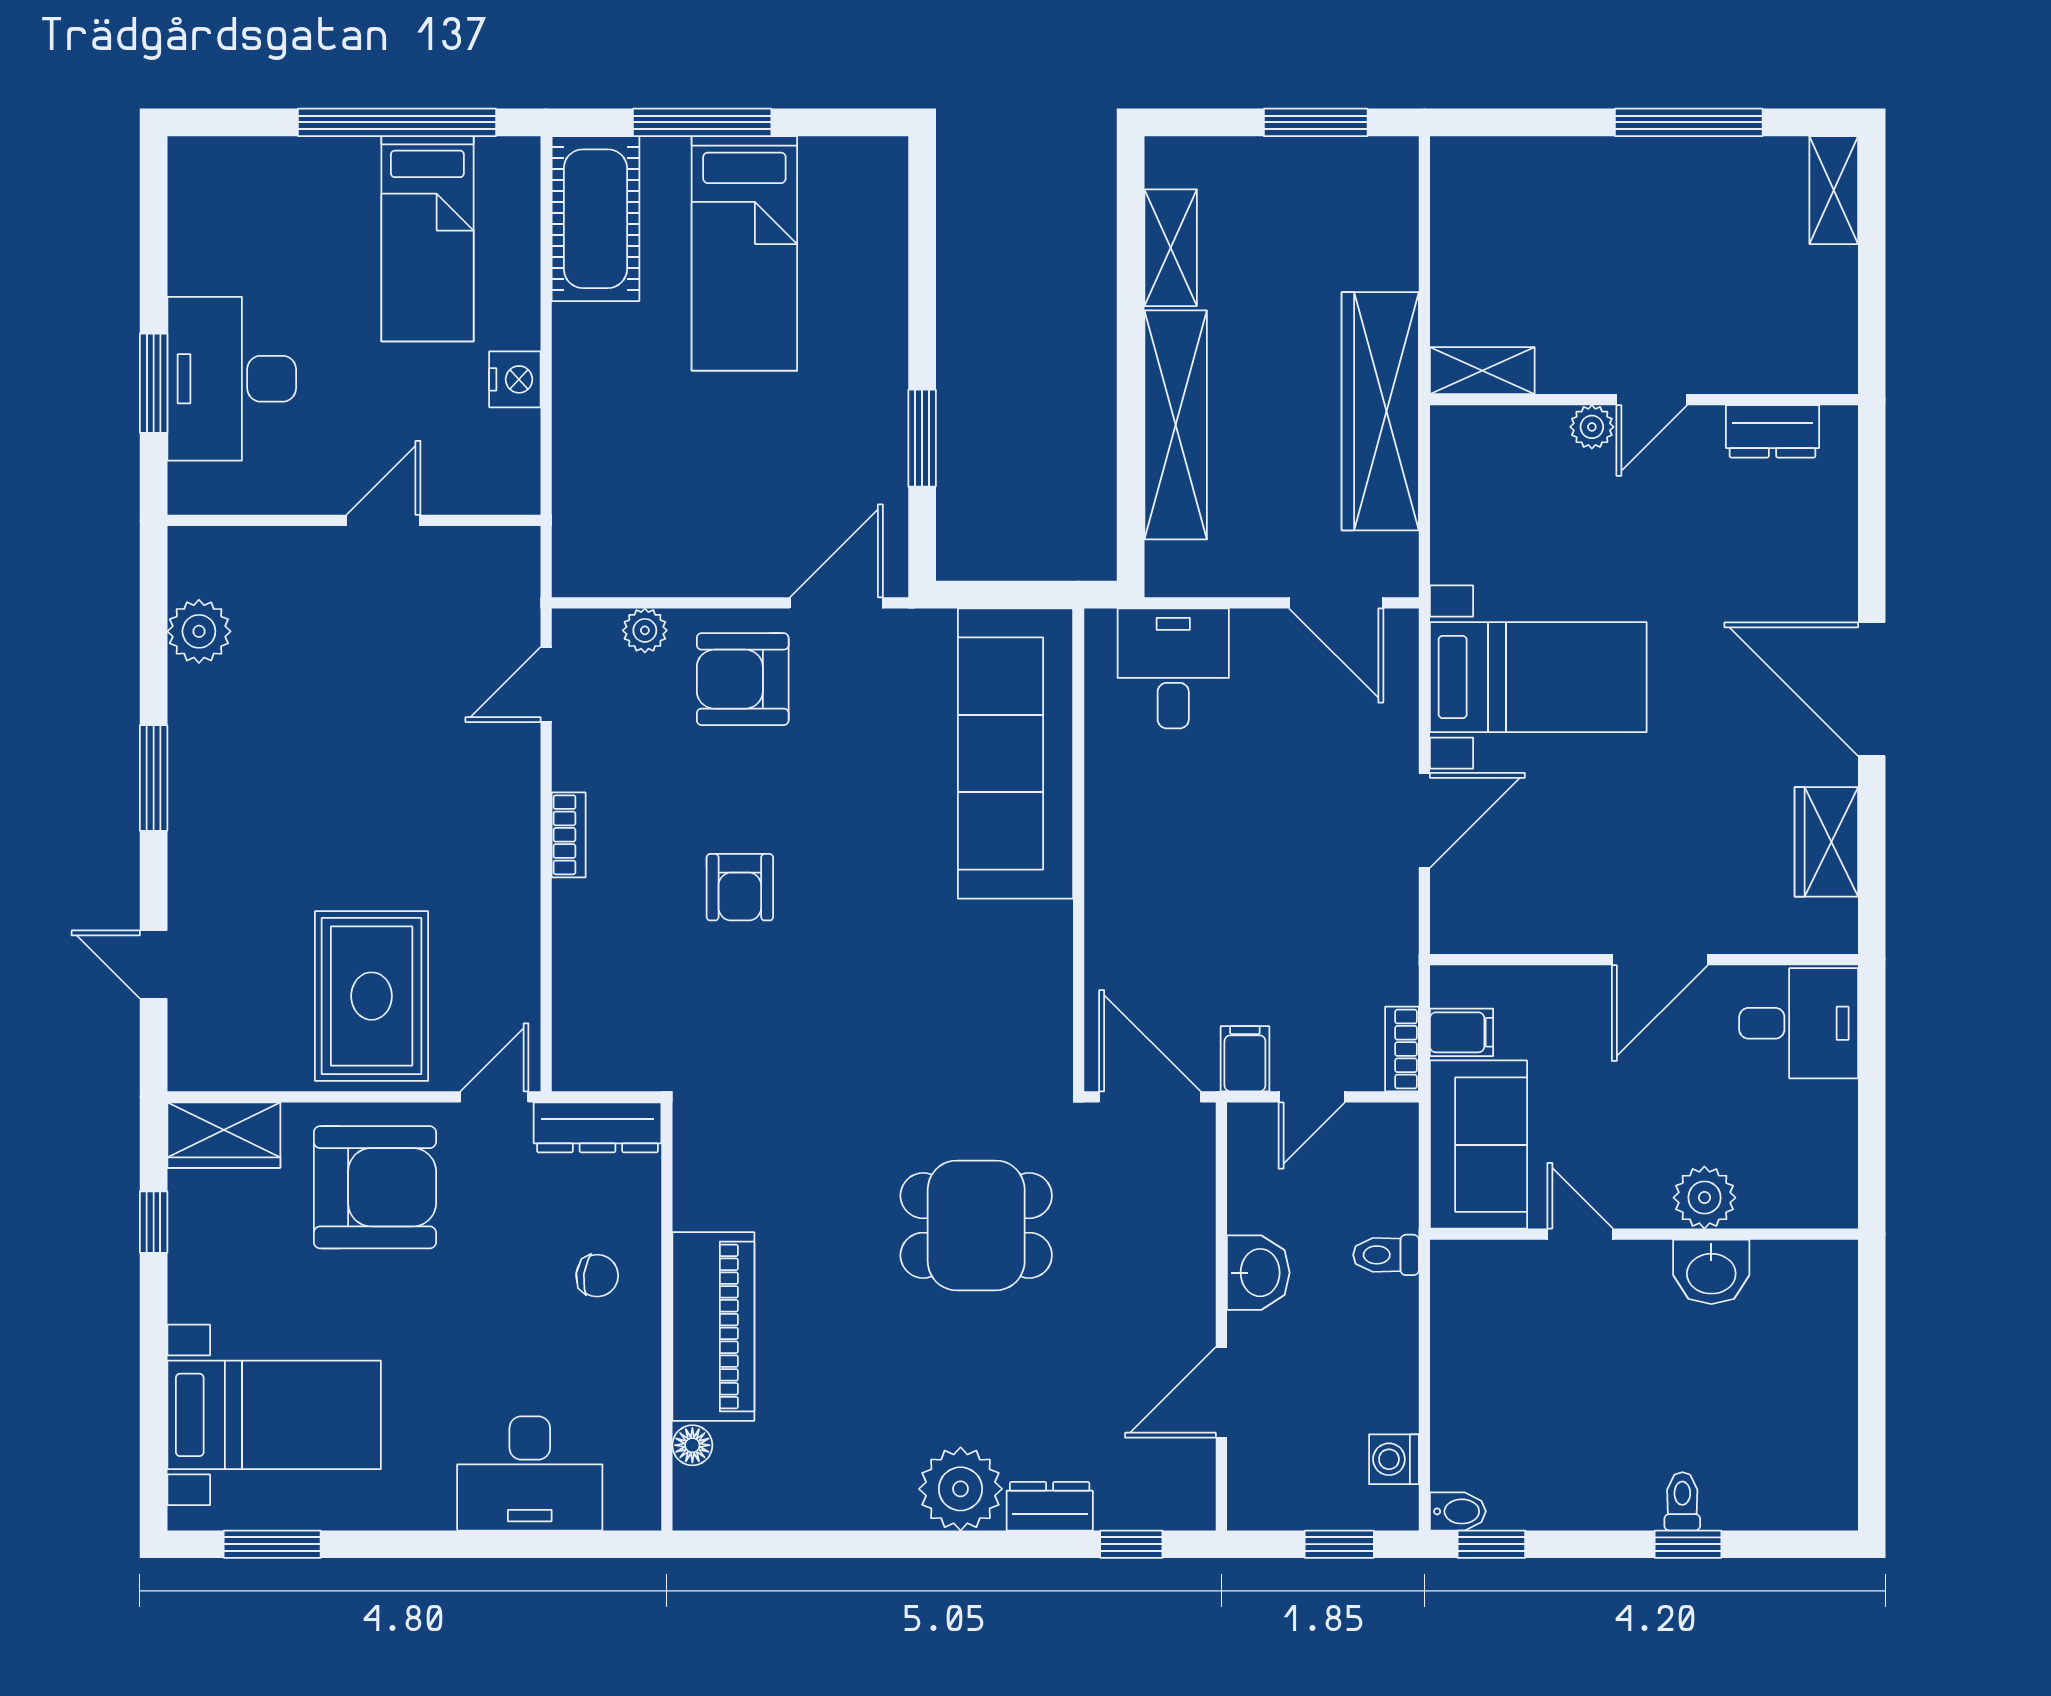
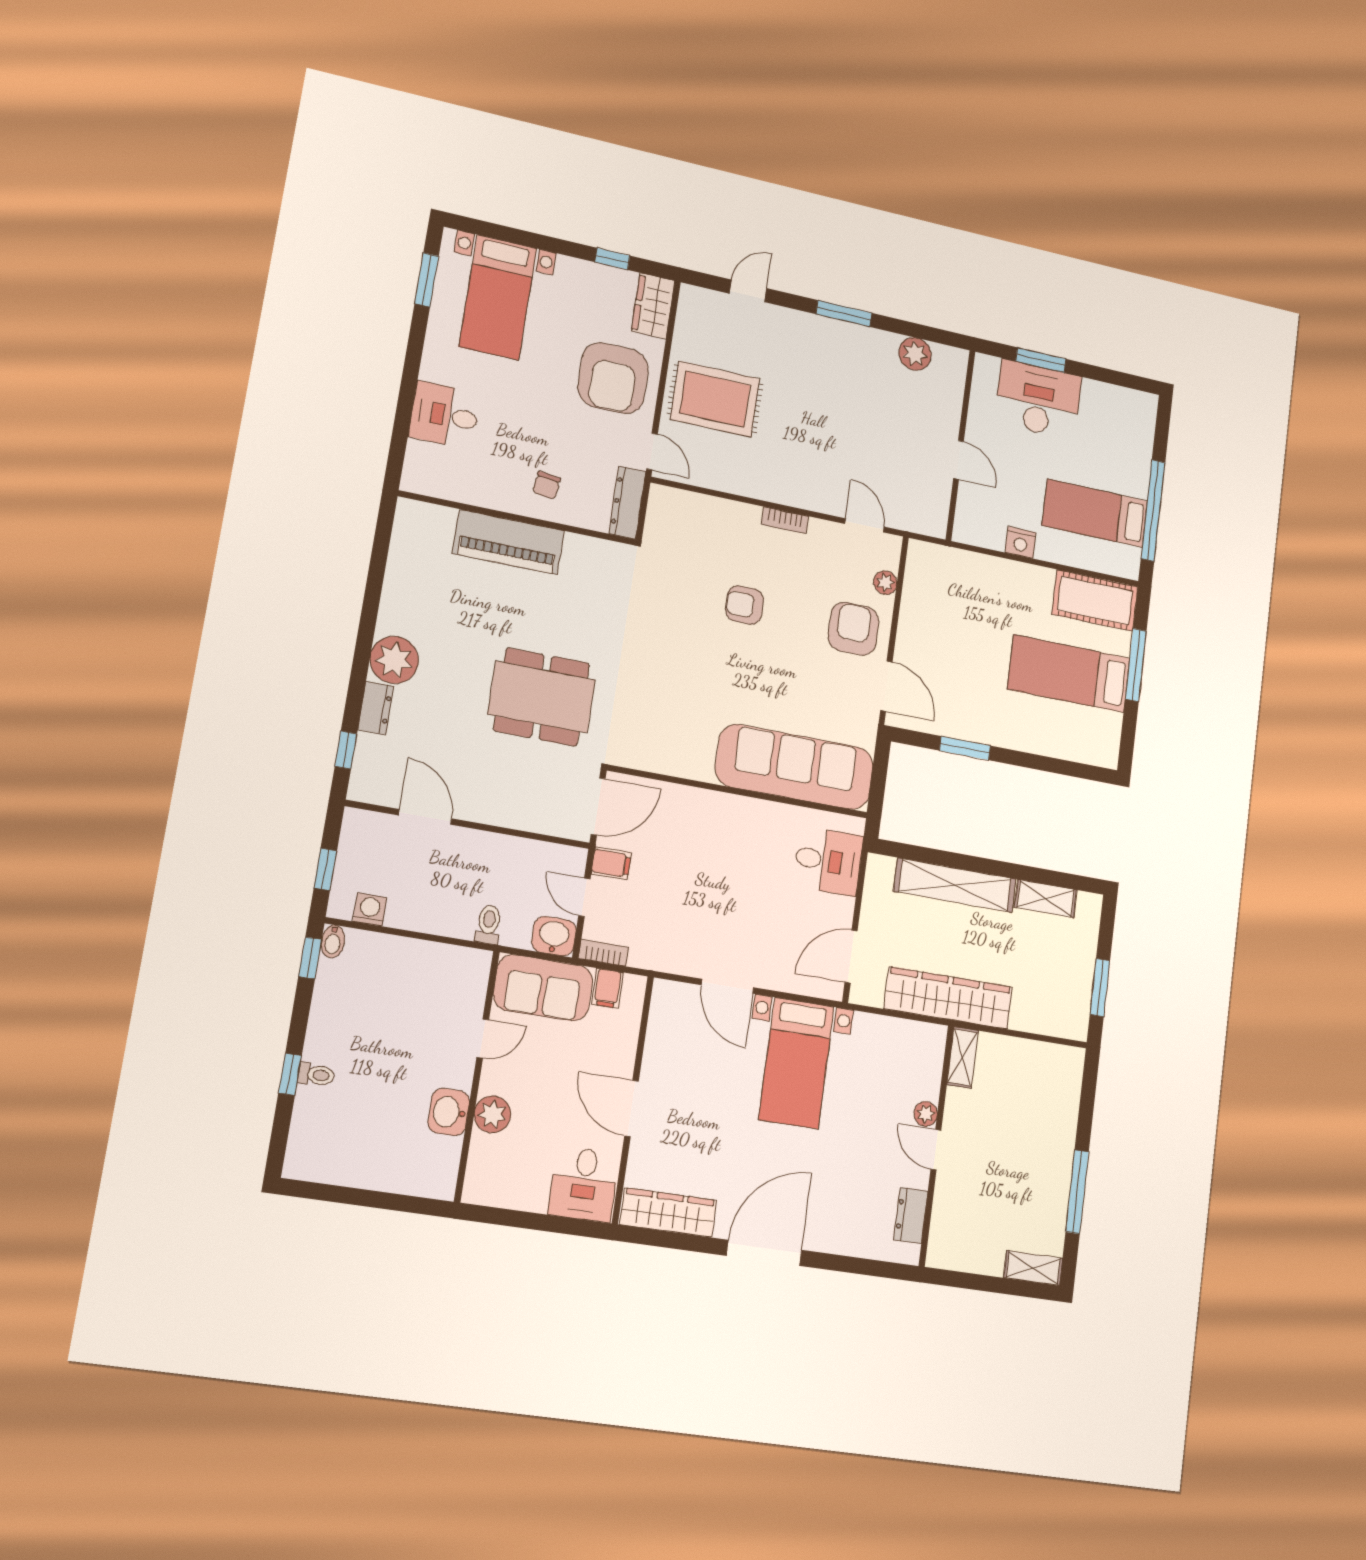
wardrobe: (1826, 842) -> (668, 1213), width x1.50
dining table: (976, 1225) -> (542, 697), width x1.38
washbasin: (1258, 1273) -> (554, 936), moved, turned 180
floor lamp: (692, 1445) -> (444, 517), removed
desk: (530, 1473) -> (445, 415), width x0.73

